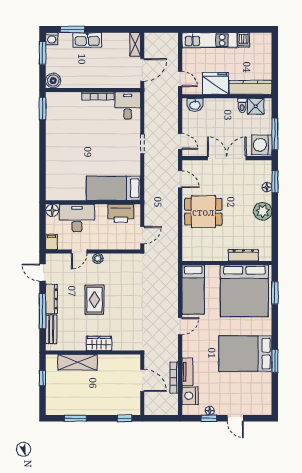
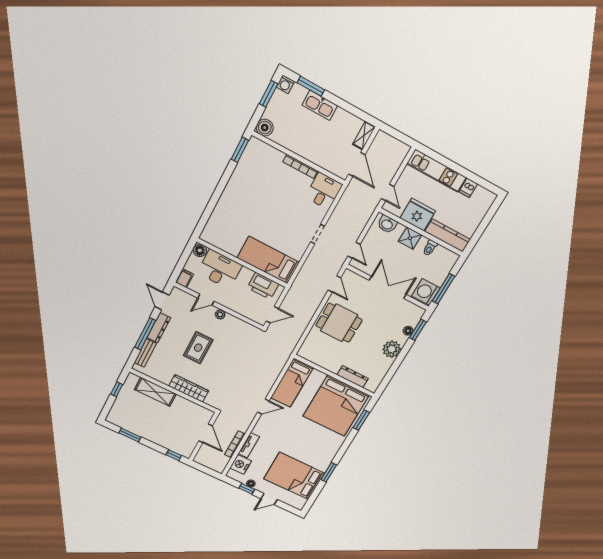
door: (142, 70) -> (357, 164), hinge flipped
shower: (256, 106) -> (410, 238), moved
wardrobe: (99, 343) -> (189, 388), width x1.50
bed: (245, 354) -> (294, 476), moved
door: (235, 418) -> (269, 499), hinge flipped

